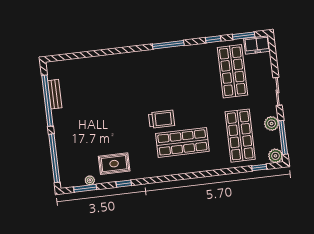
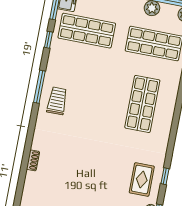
shoe rack: (100, 60) -> (33, 160), added
trolley: (162, 119) -> (57, 101), moved

